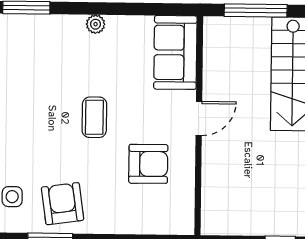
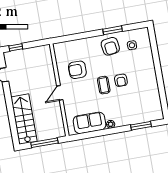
sofa: (175, 52) -> (89, 123), moved, turned -90
armchair: (53, 121) -> (121, 80), added

